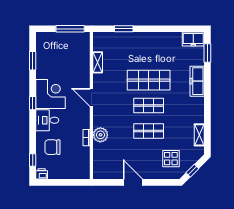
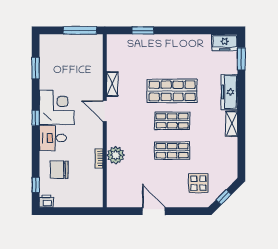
shelving: (98, 62) -> (112, 84), moved
shelving: (199, 135) -> (232, 124), moved

